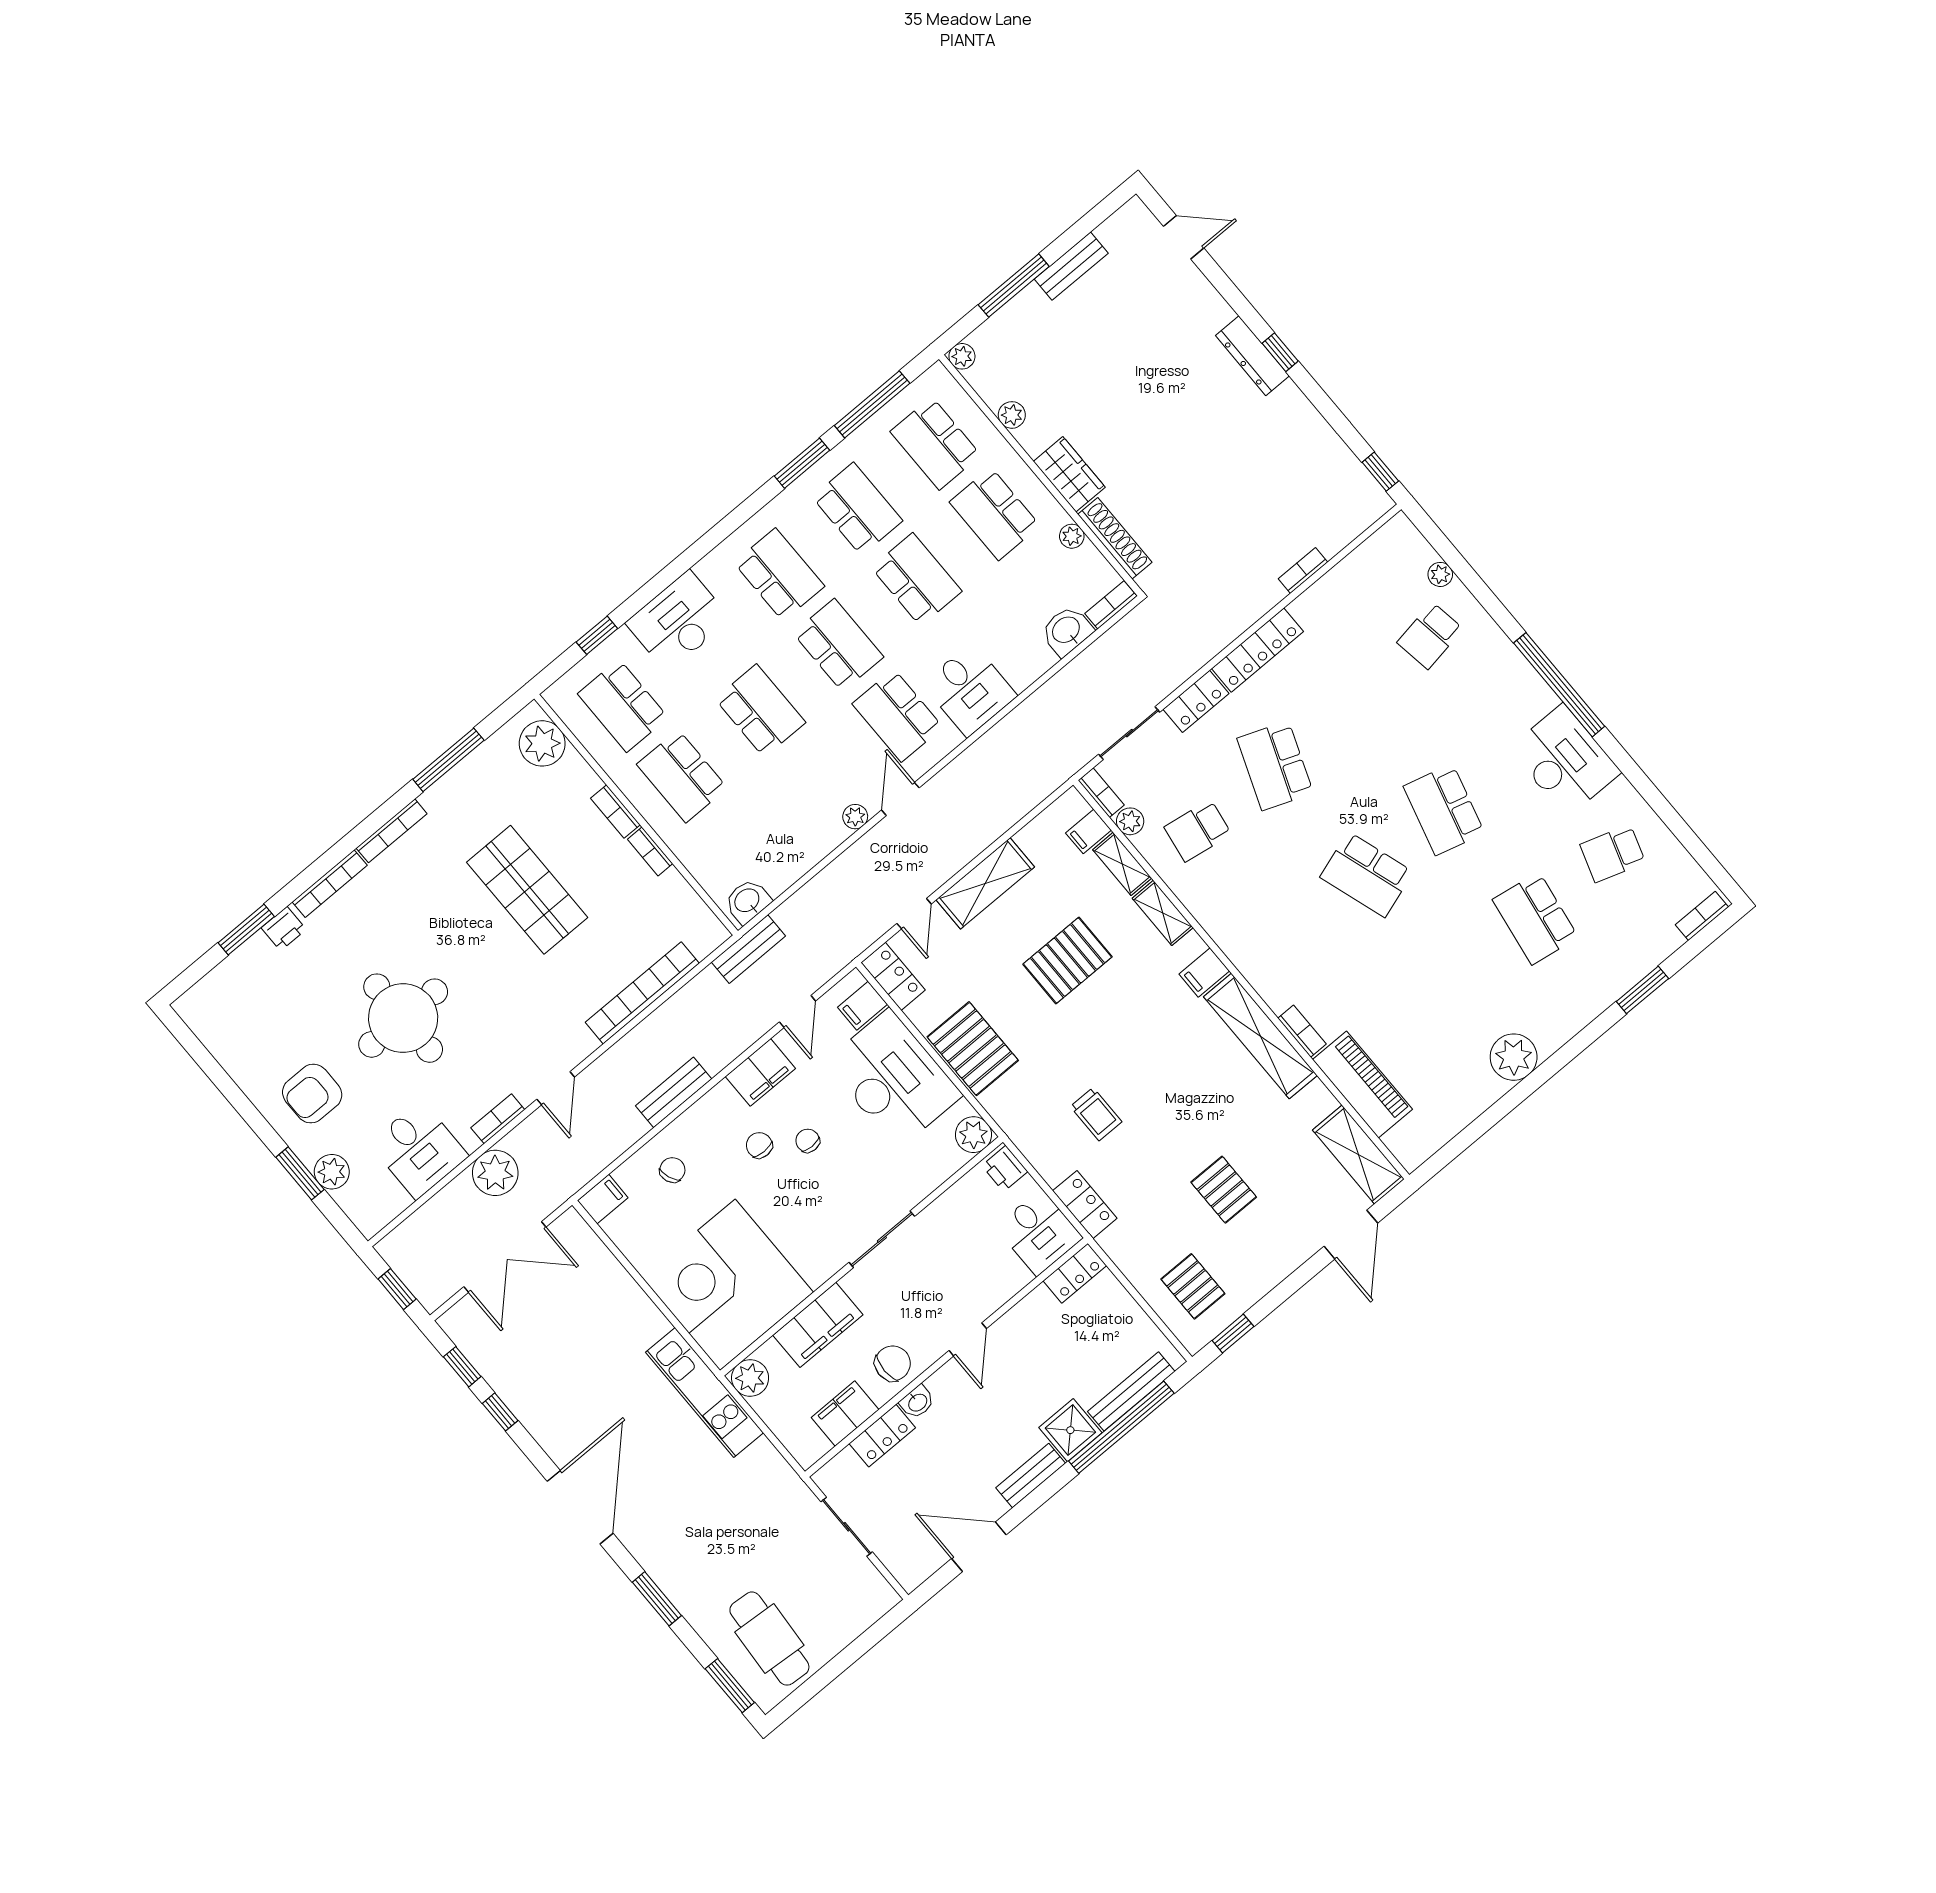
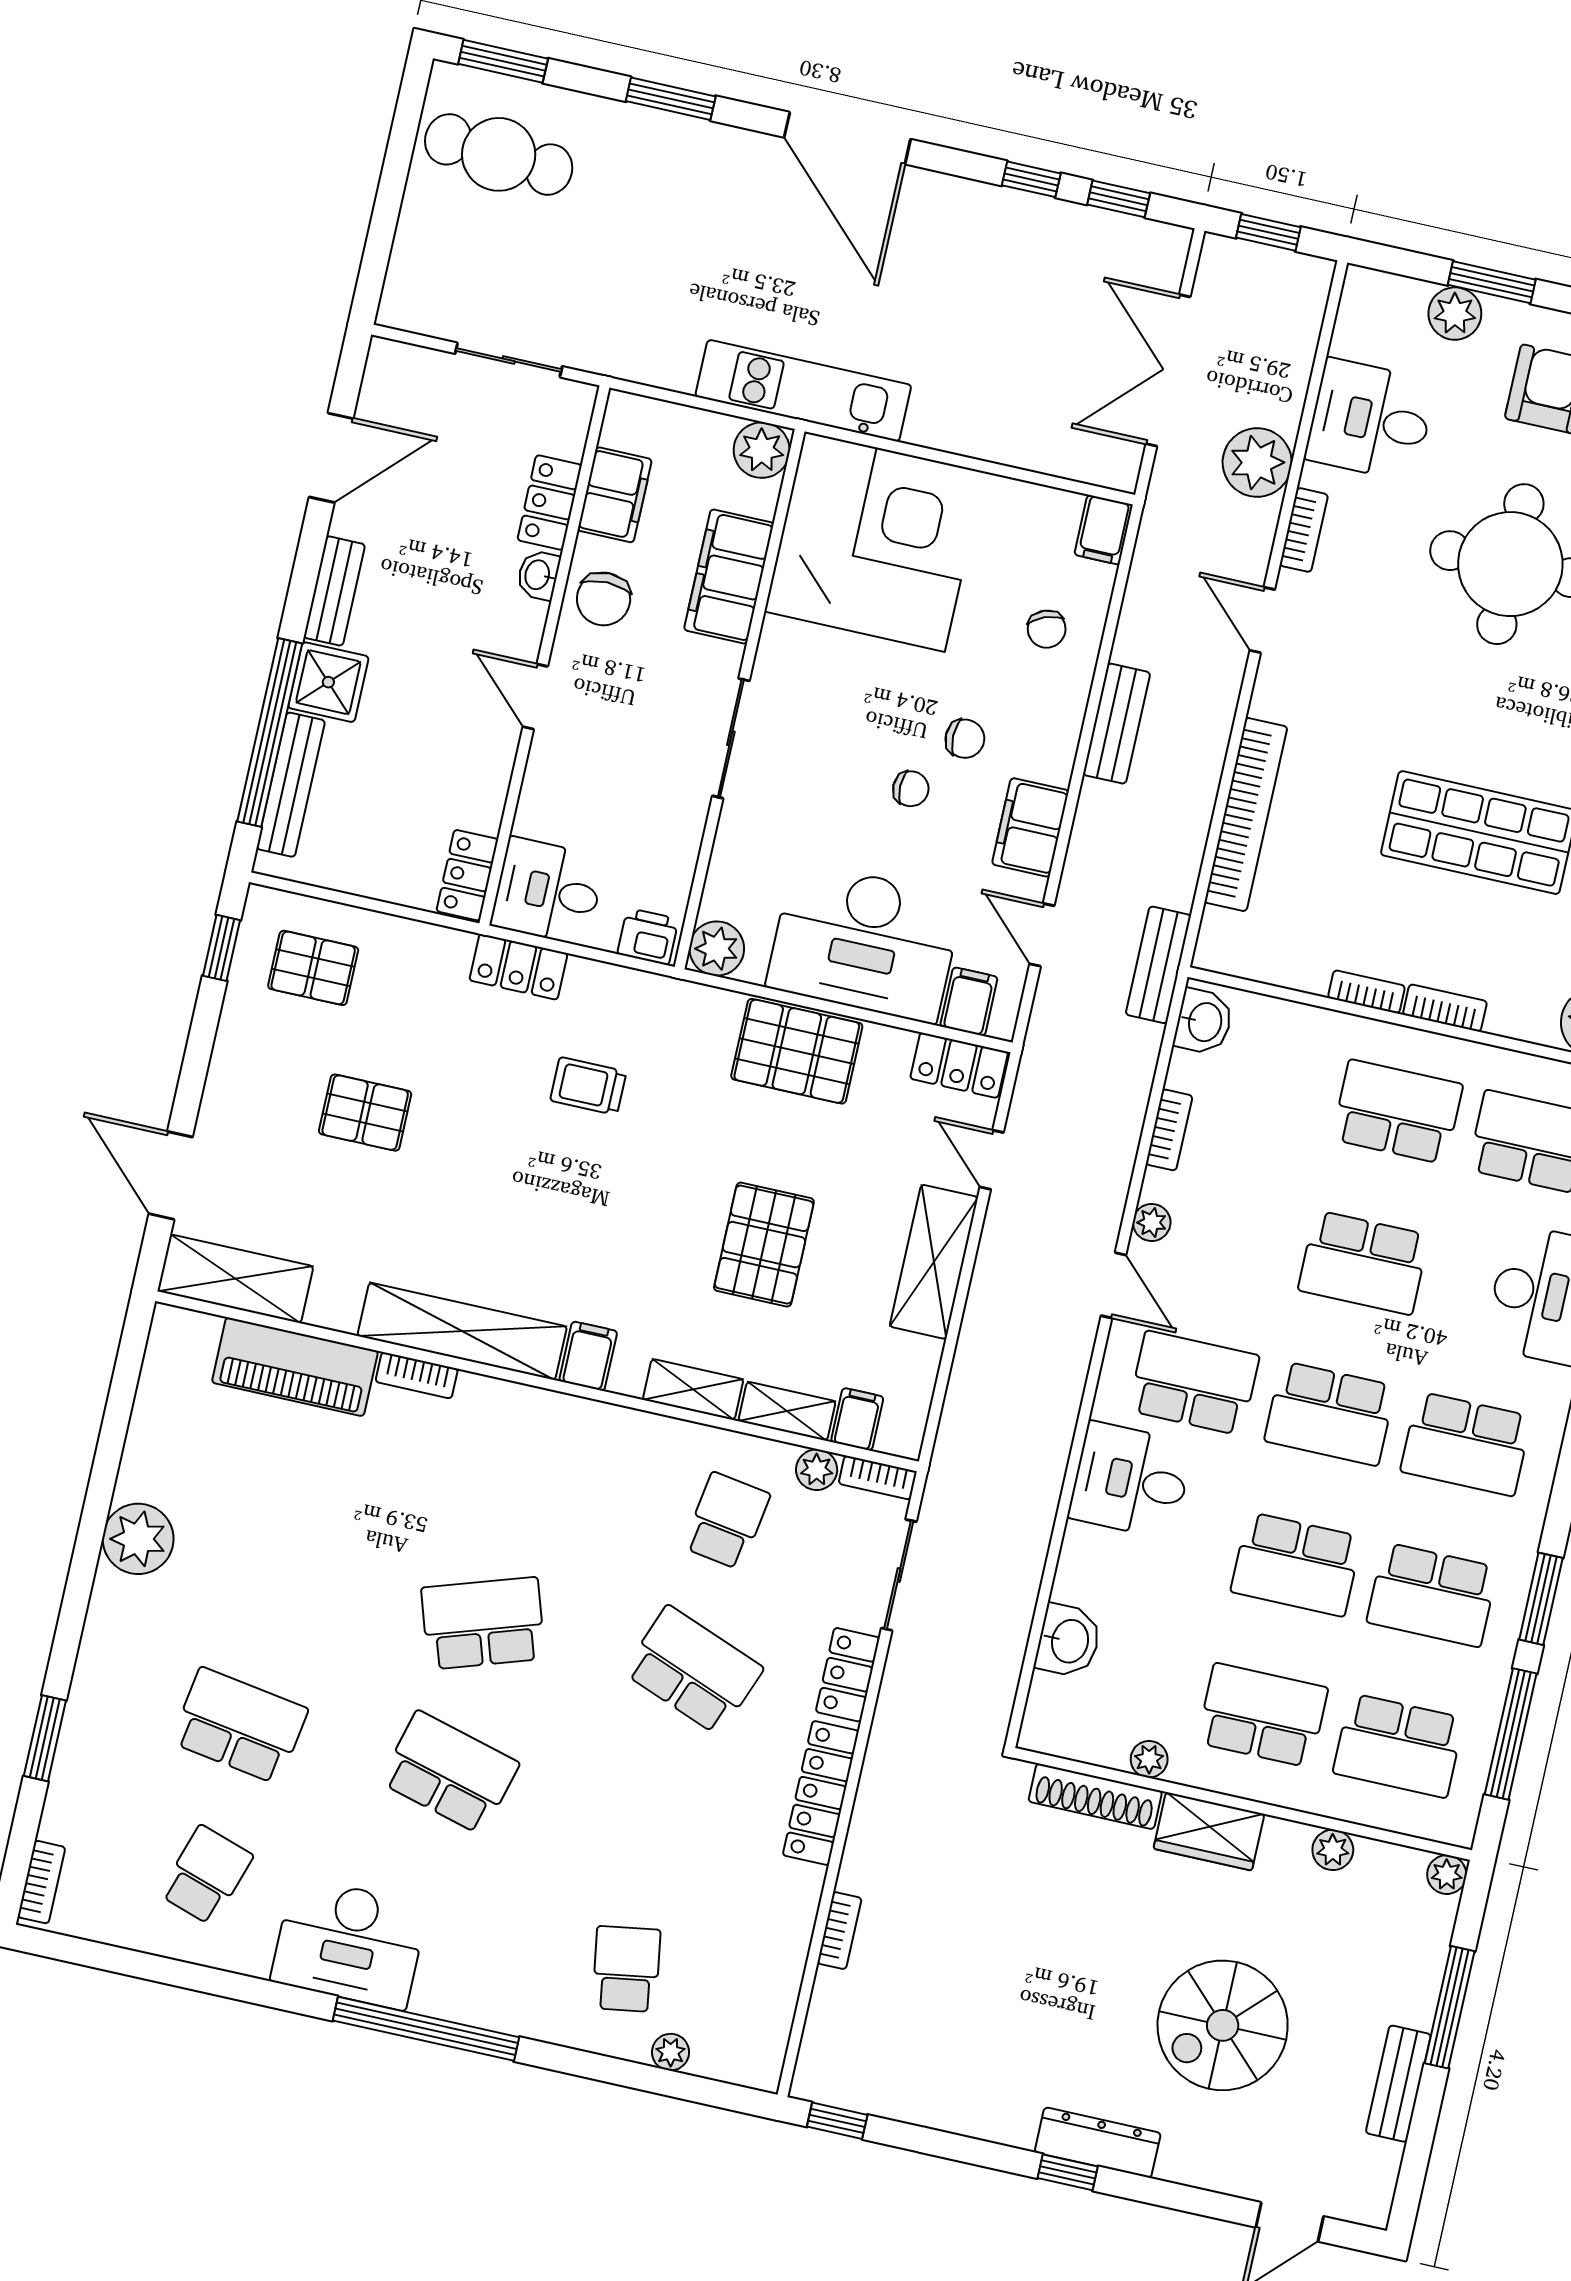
spiral stairs: (1140, 367) -> (1223, 2025), added
school desk: (936, 443) -> (1398, 1746), turned 180
bookcase: (1111, 605) -> (1169, 1130), moved

